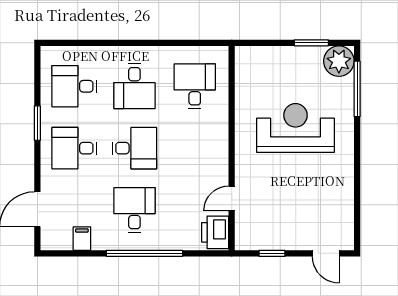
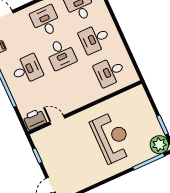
desk: (195, 86) -> (110, 72), turned 180

